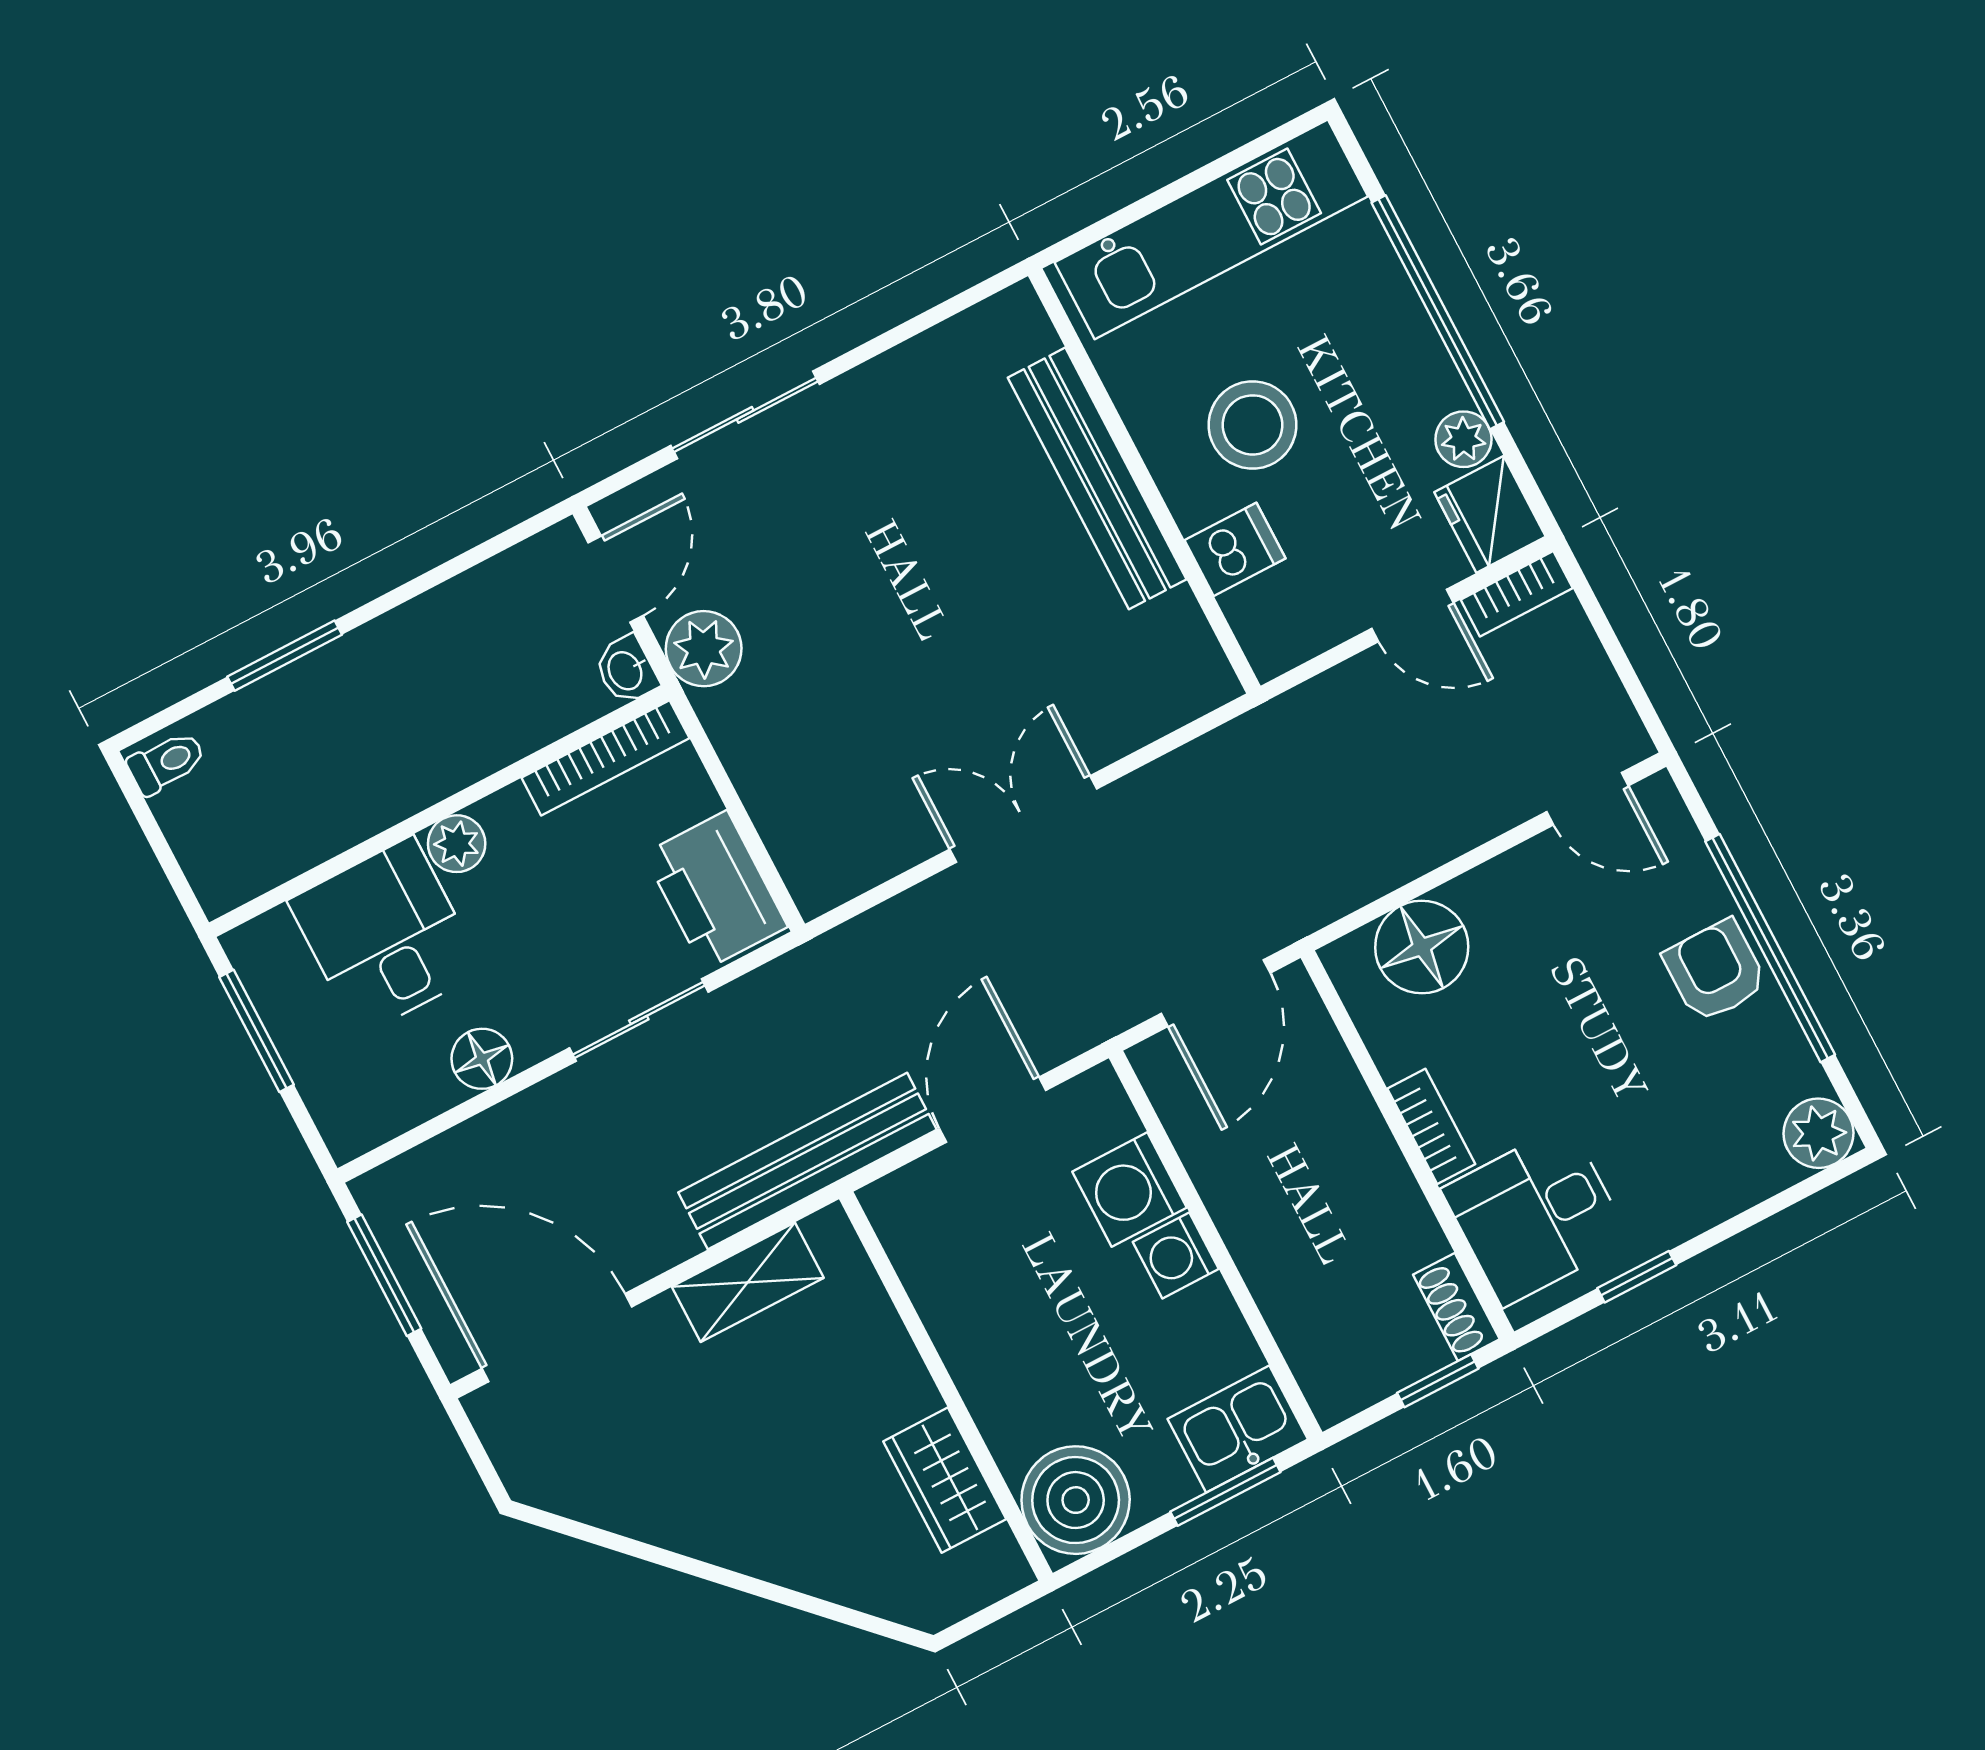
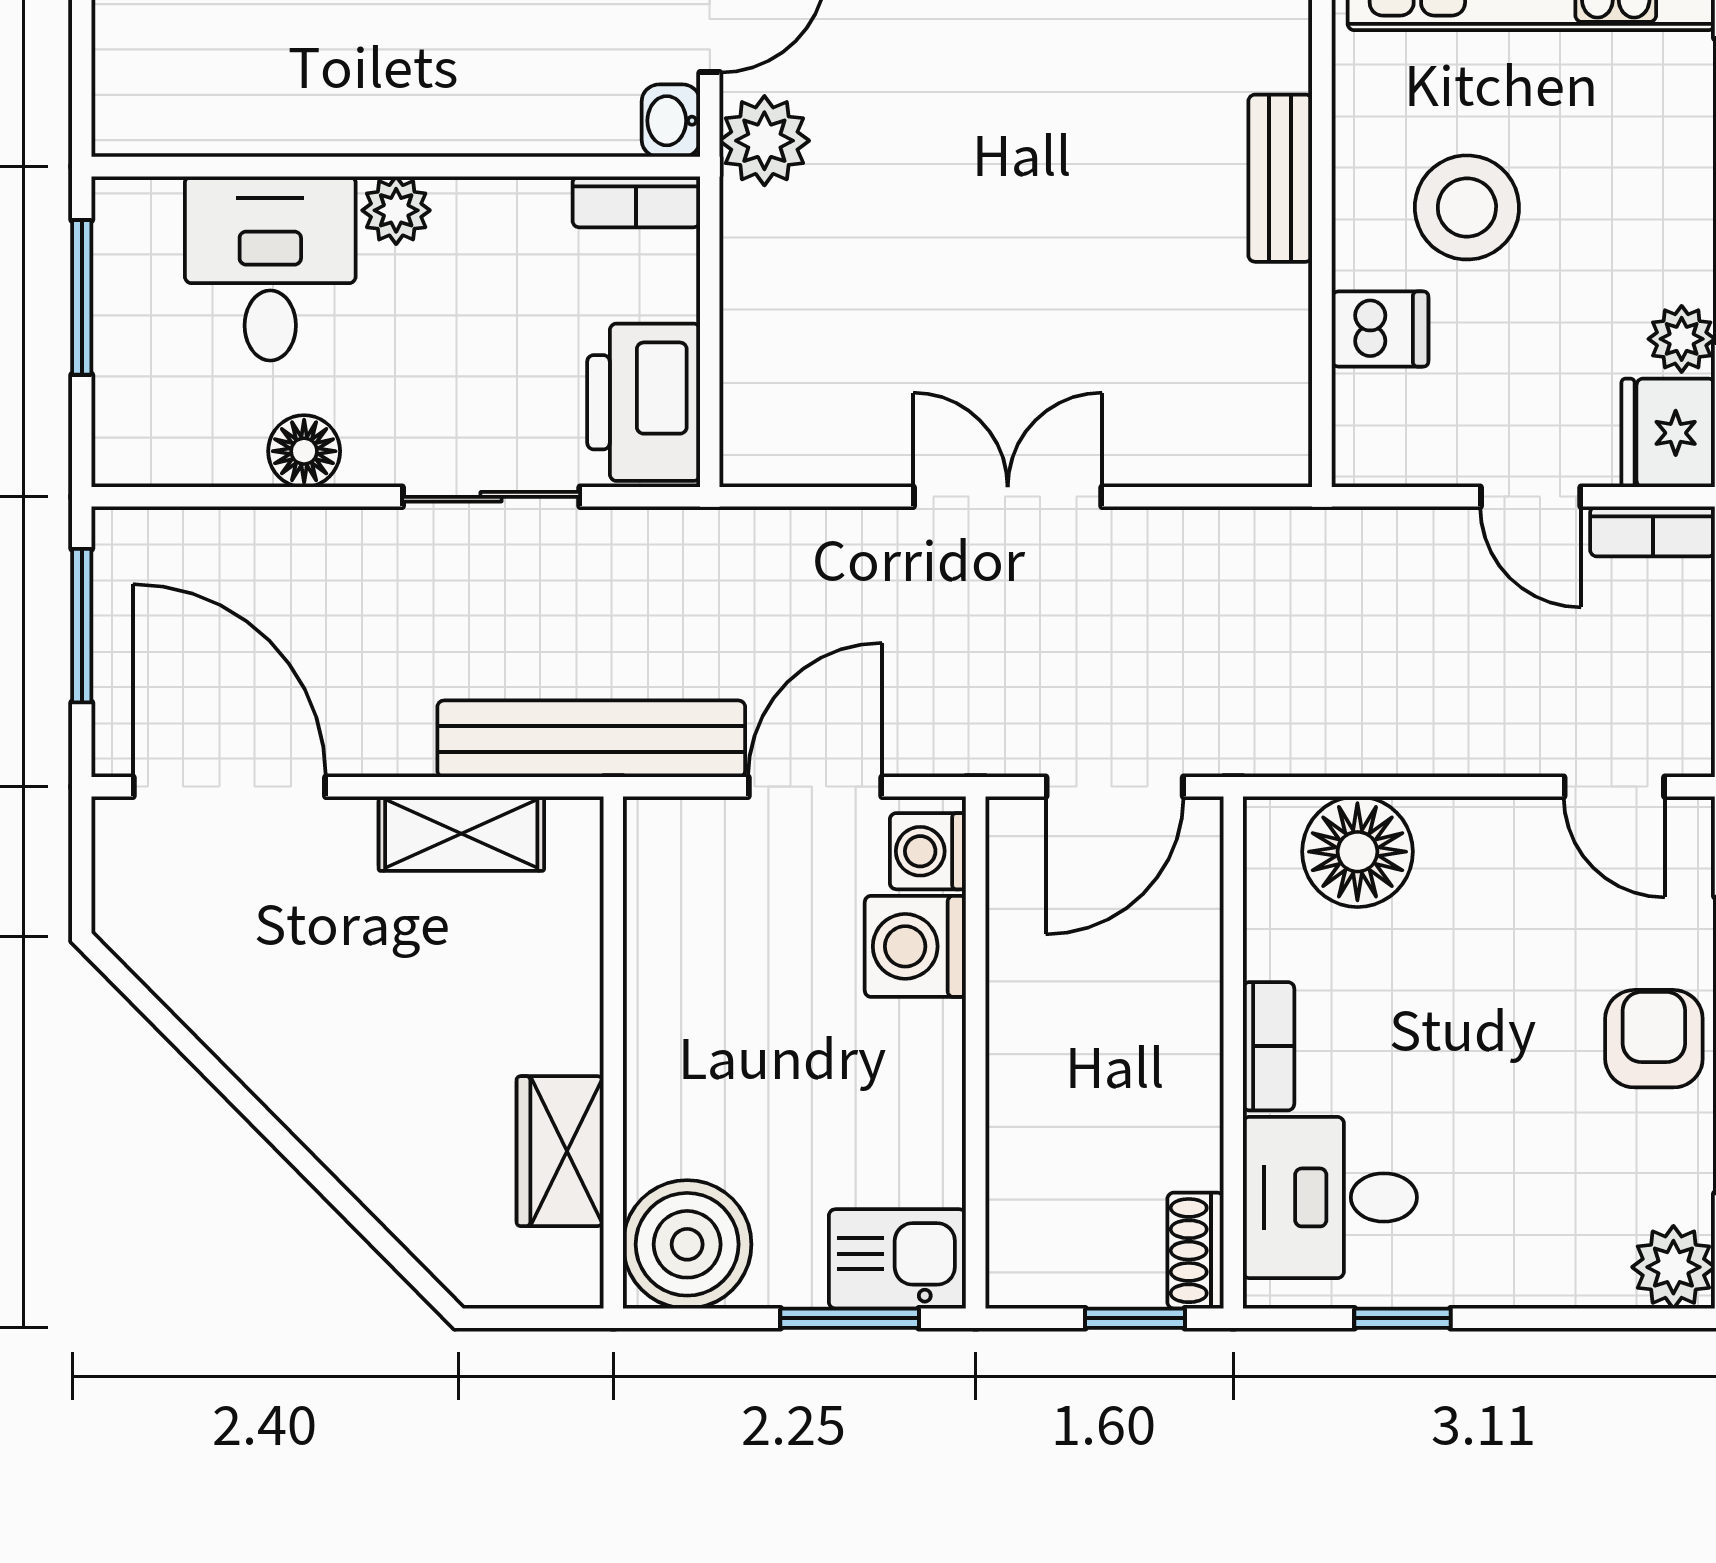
bench: (1097, 478) -> (1280, 178), width x0.54, depth x0.82
bookcase: (605, 758) -> (636, 202), width x0.64
washing machine: (1176, 1255) -> (928, 851), moved

